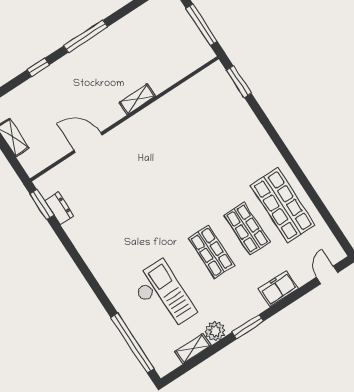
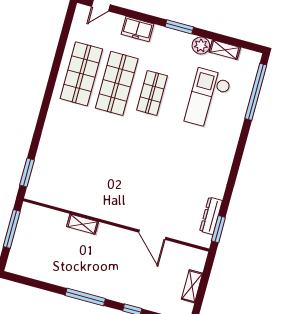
shelving: (137, 99) -> (83, 224), moved
dresser: (59, 208) -> (211, 216), width x1.44
shop shelf: (247, 229) -> (117, 83), width x1.43, depth x1.36

